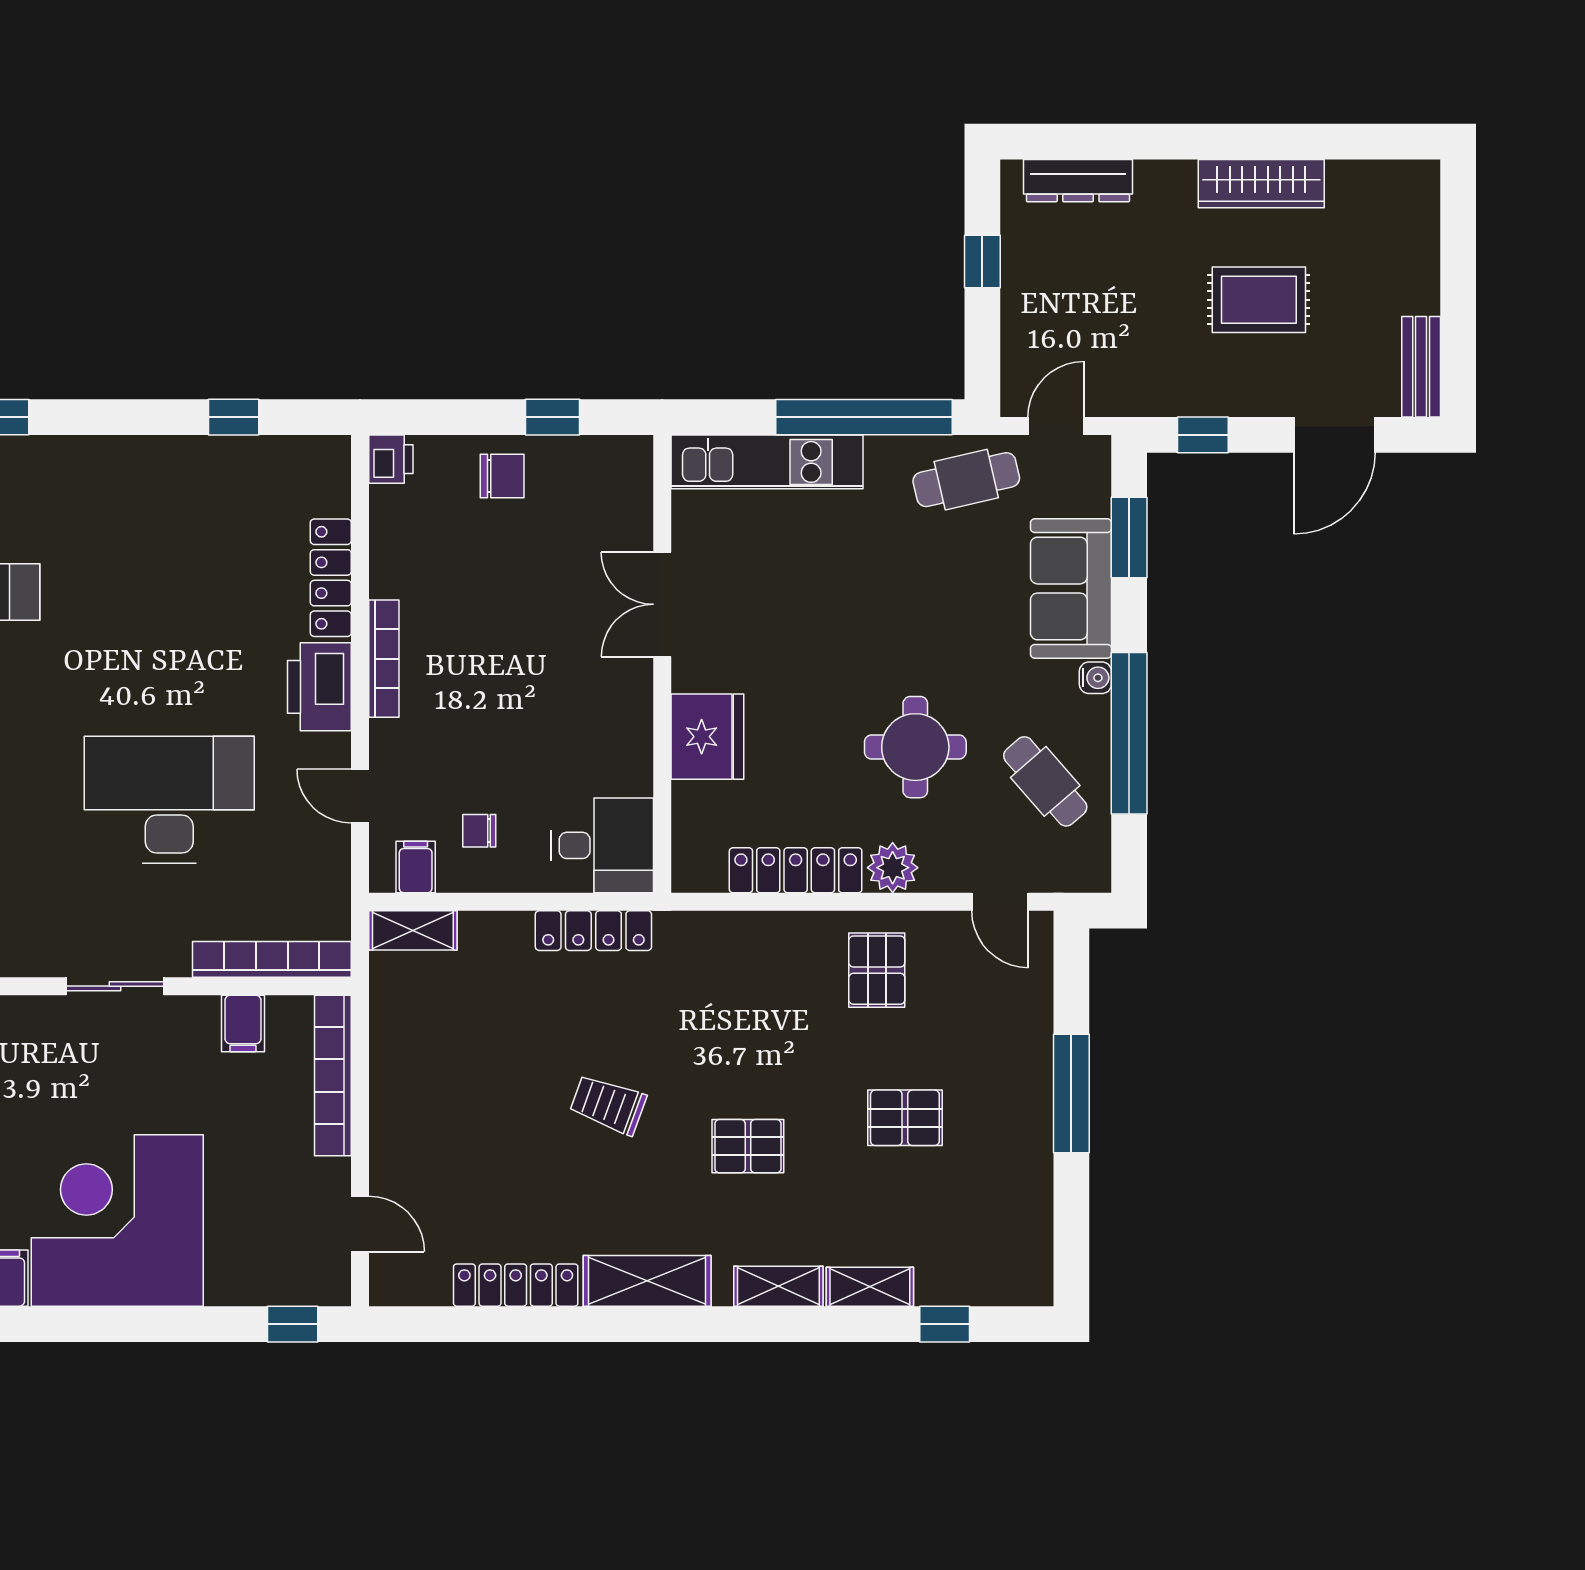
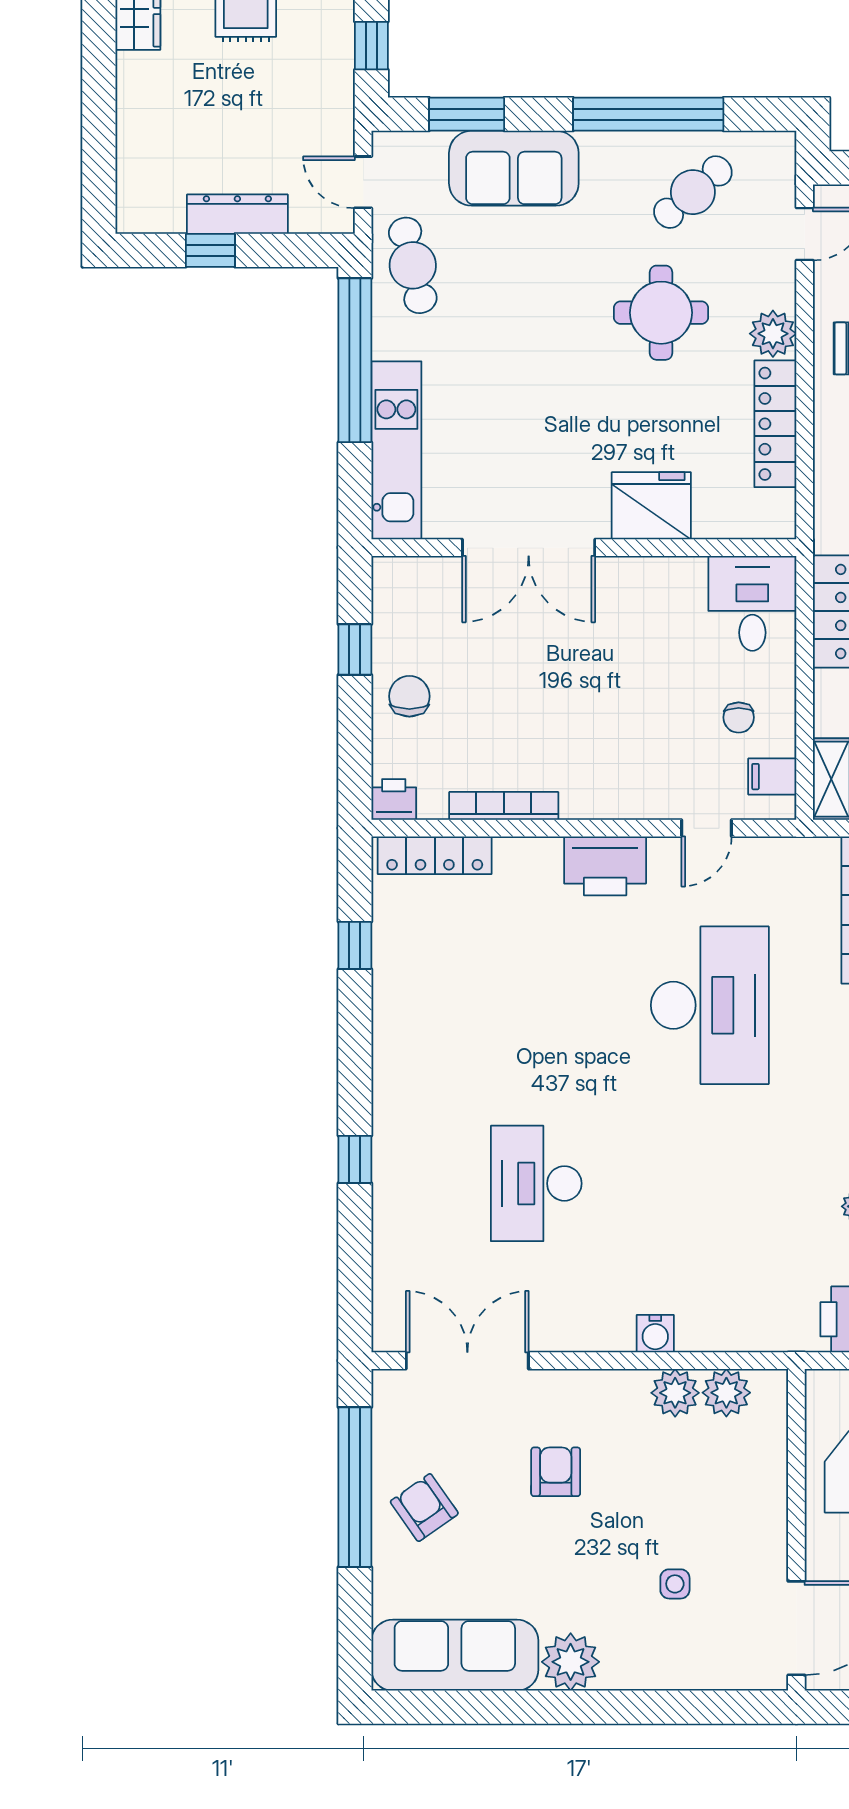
dresser: (1078, 181) -> (237, 214), moved, turned -90
locker: (331, 578) -> (435, 855), moved
double door: (662, 604) -> (529, 548), width x1.37
bookcase: (384, 659) -> (504, 806), moved
water cooler: (1095, 678) -> (597, 146), removed
desk: (169, 800) -> (710, 1005), turned 180

